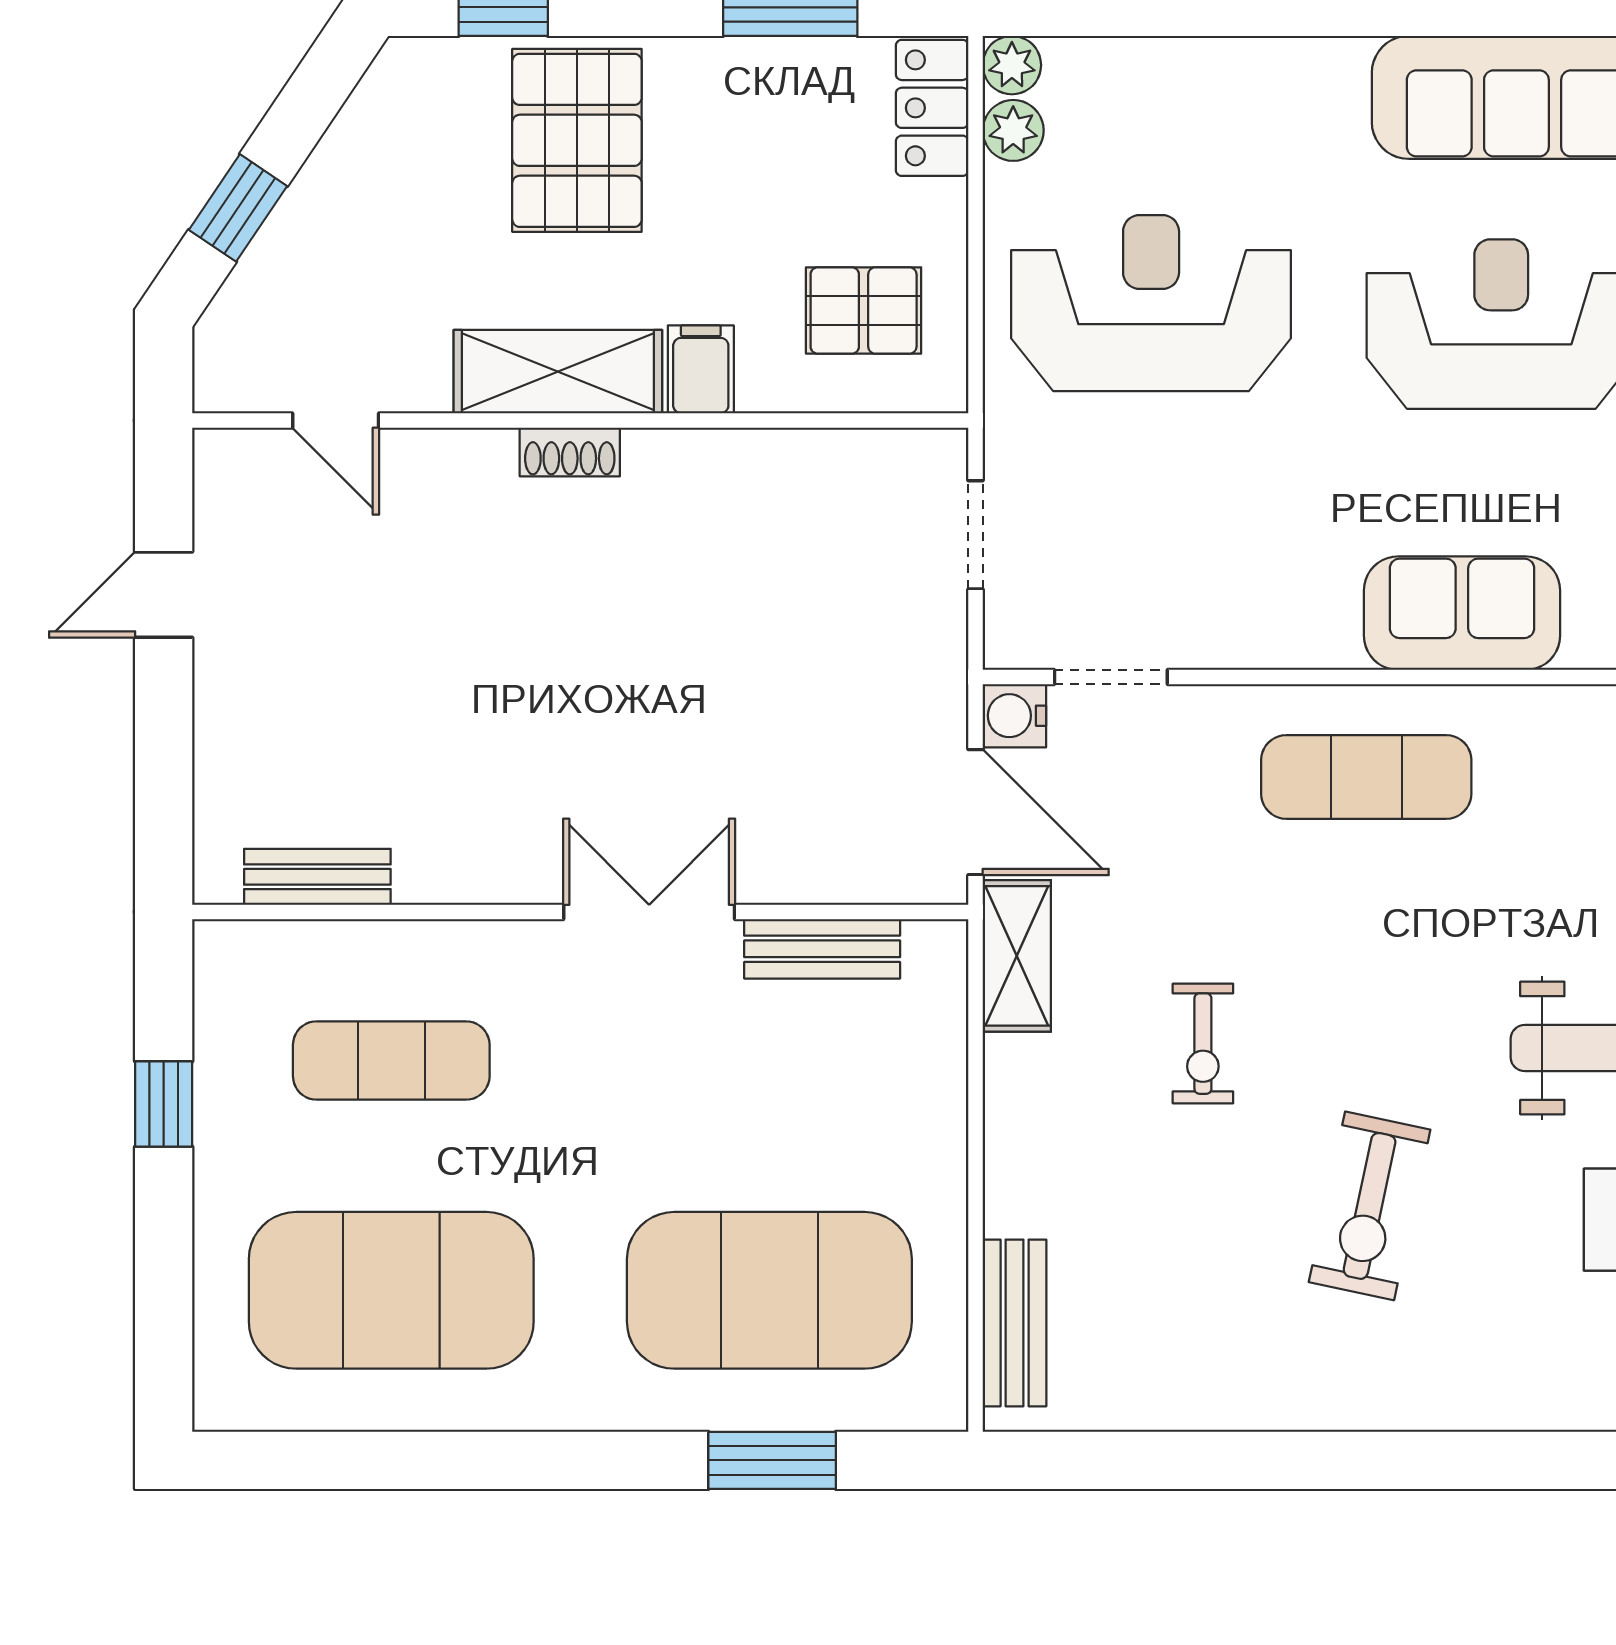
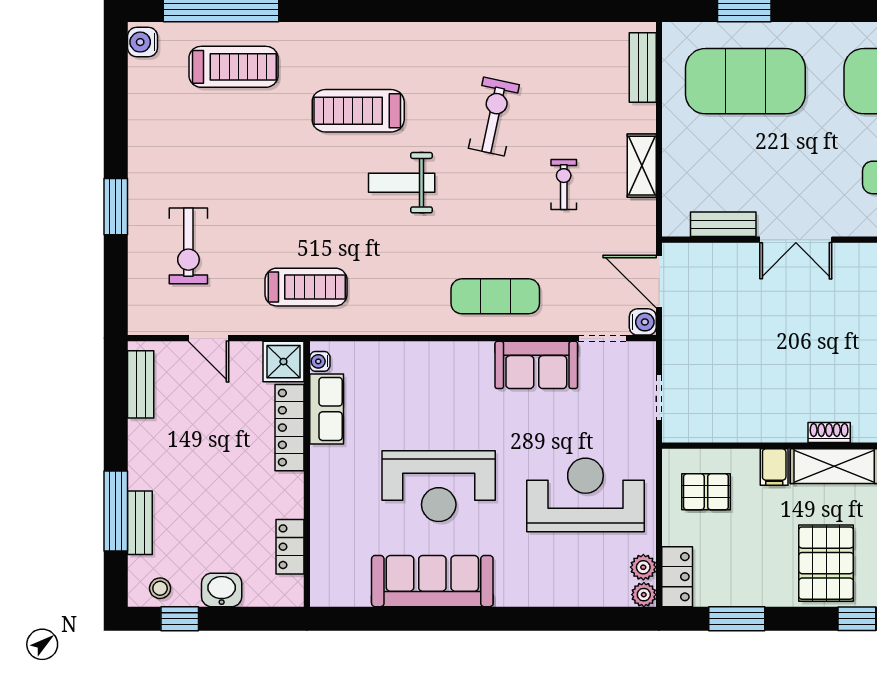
reception desk: (1151, 303) -> (585, 495), turned 180
sofa: (1462, 613) -> (536, 365), moved
shelving: (1017, 956) -> (642, 166), moved

